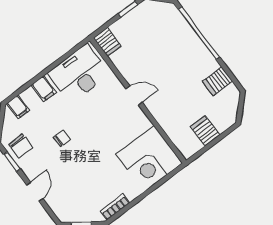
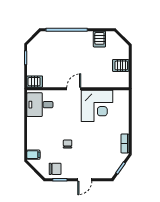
desk: (79, 73) -> (40, 105), width x0.73
filing cabinet: (44, 89) -> (34, 134), removed
corner desk: (149, 158) -> (97, 106), moved
door: (35, 192) -> (85, 180), swing flipped

